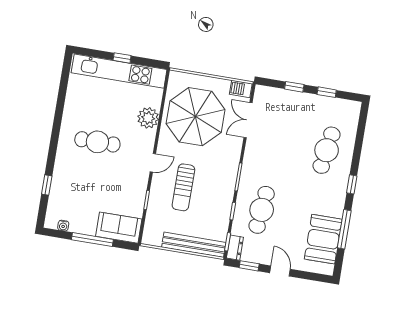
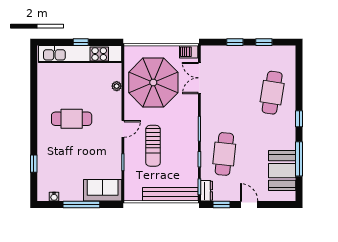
plant: (148, 118) -> (117, 86), width x0.53, depth x0.53

